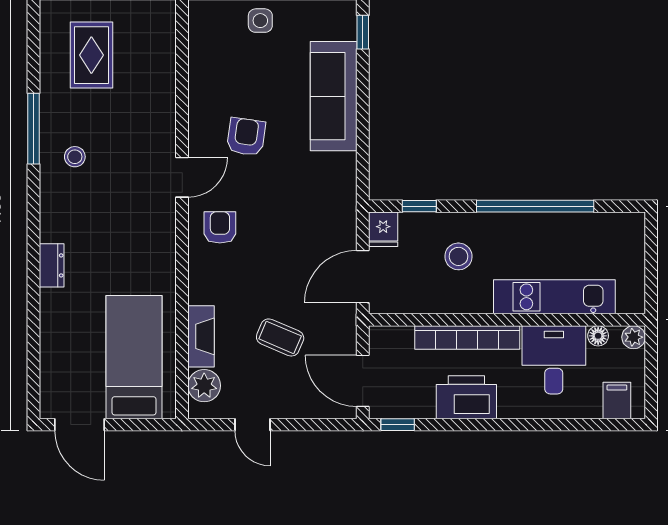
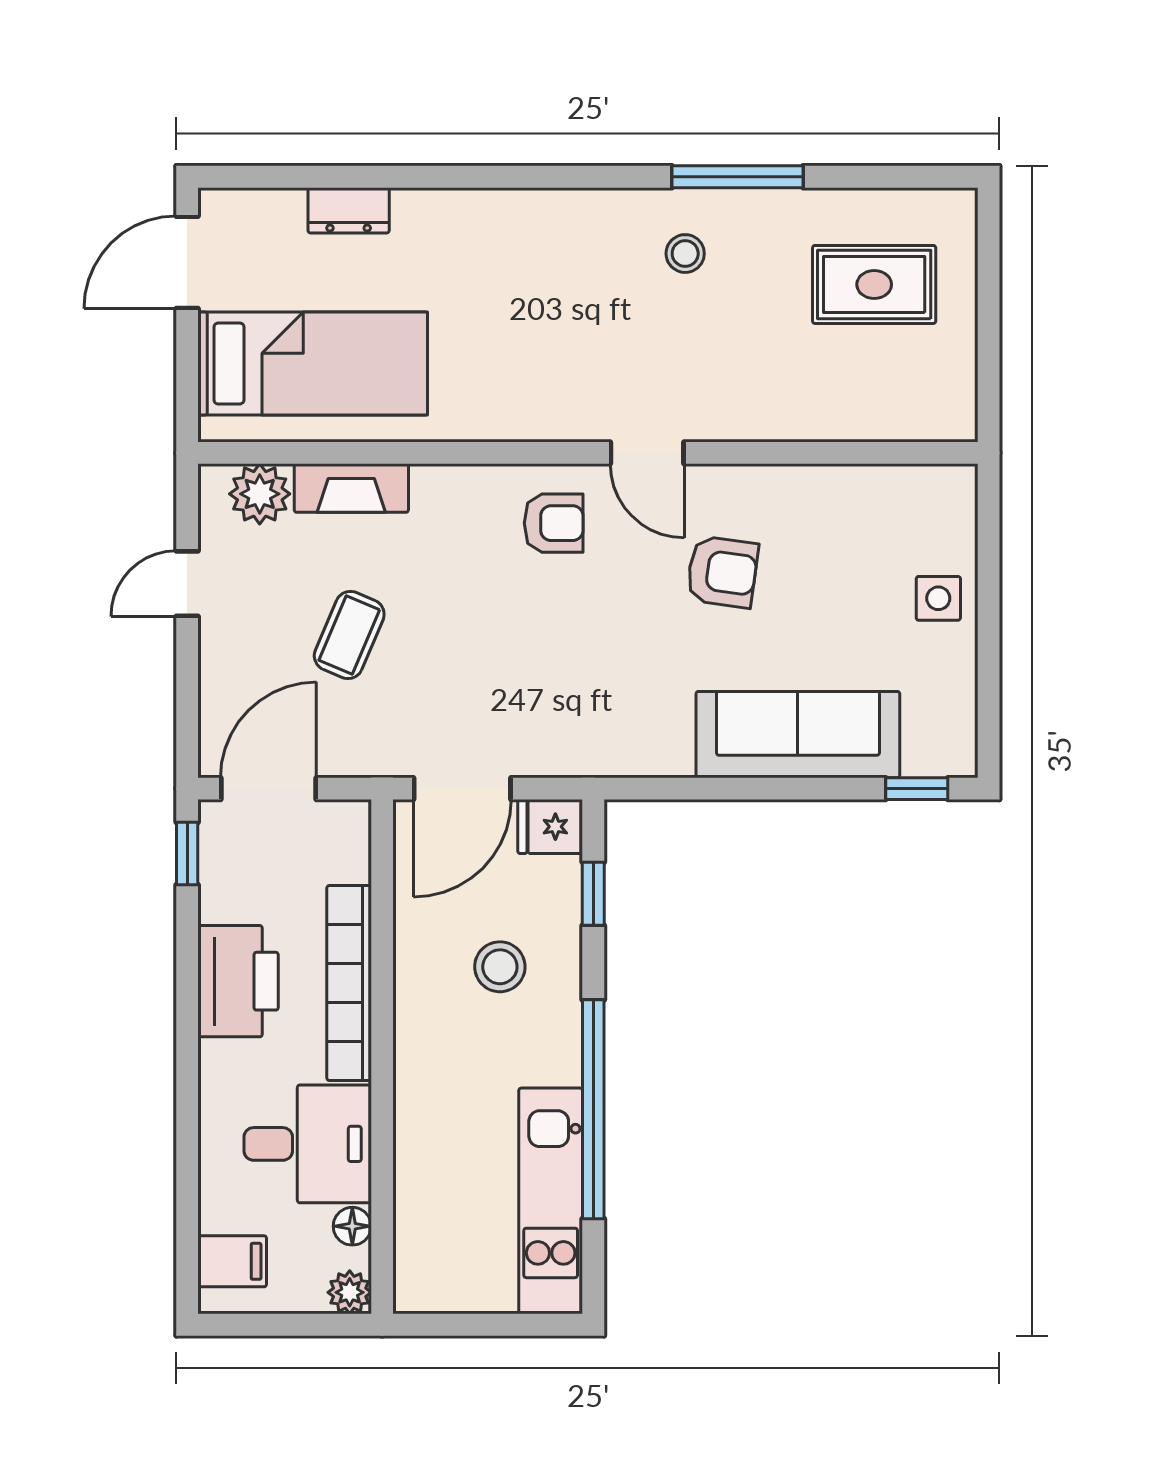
dresser: (52, 265) -> (349, 210), moved
door: (363, 277) -> (462, 789), swing flipped
kitchen unit: (554, 297) -> (551, 1201), moved, turned 180

